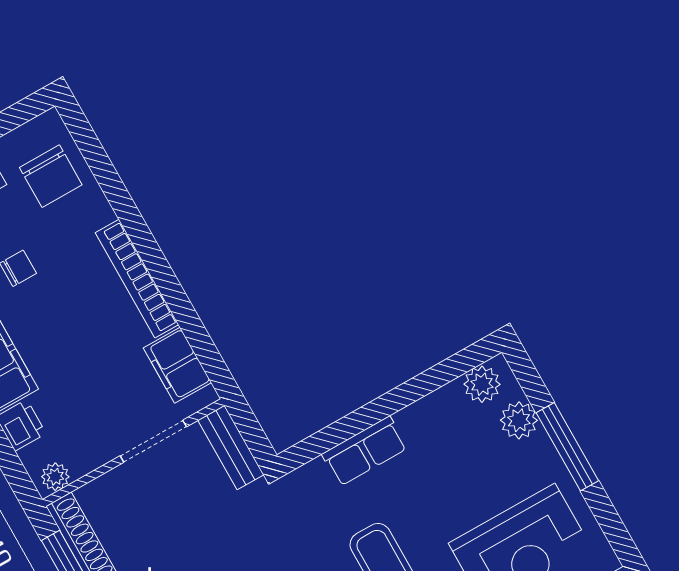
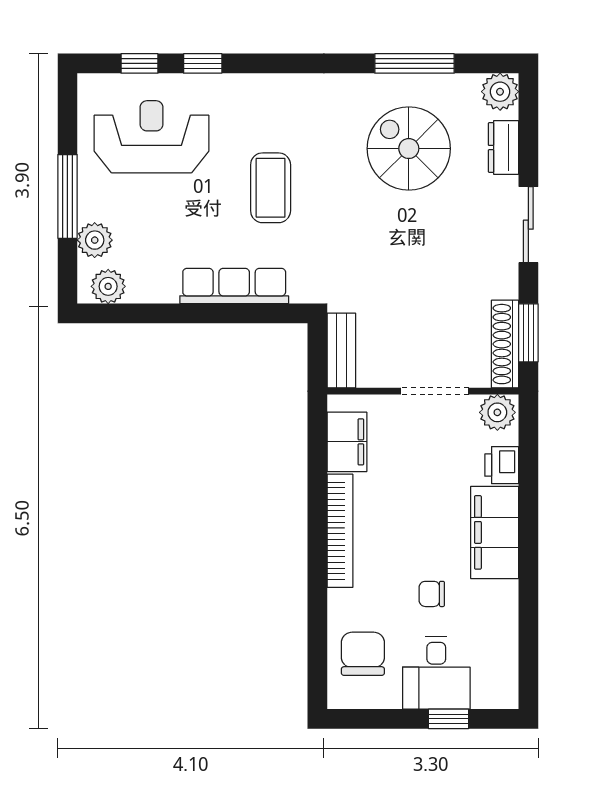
doorway: (153, 441) -> (435, 391), moved
row of seats: (365, 451) -> (234, 286), width x1.48
plant: (55, 477) -> (497, 412), width x1.38, depth x1.38

